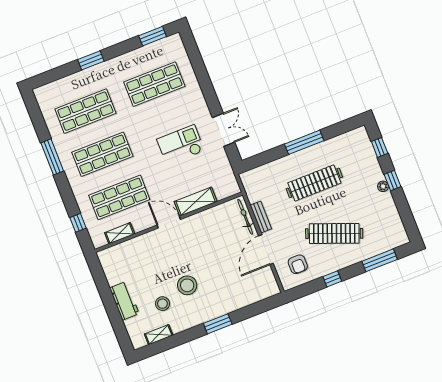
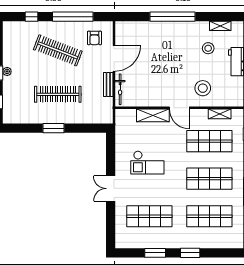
window: (153, 36) -> (155, 253), moved
double door: (223, 130) -> (111, 189), moved
window: (304, 142) -> (53, 128), width x0.69
window: (380, 260) -> (31, 17), width x0.46
armchair: (298, 264) -> (94, 38), turned 180
window: (332, 279) -> (73, 17), width x3.17
stool: (187, 285) -> (203, 88), moved
window: (218, 324) -> (172, 17), width x2.11

